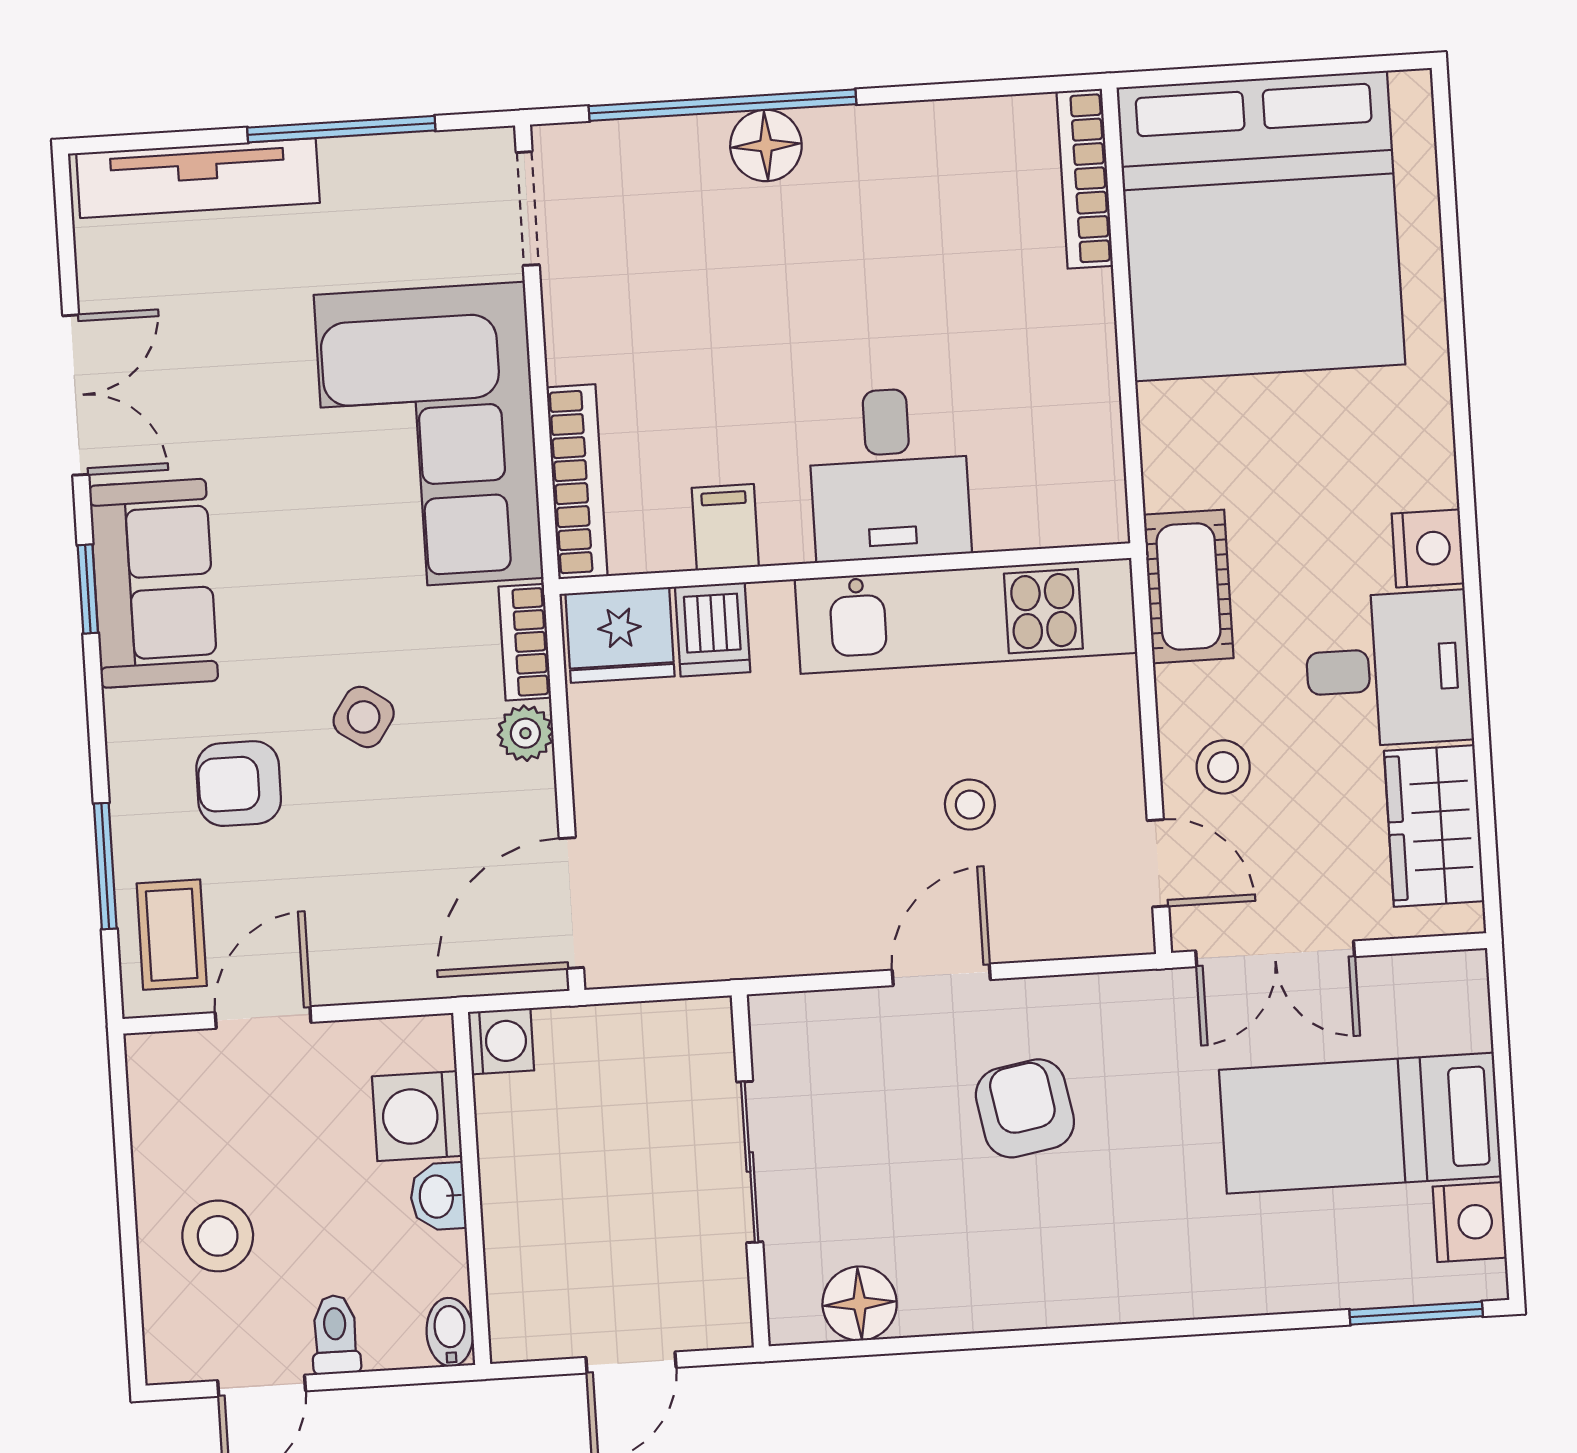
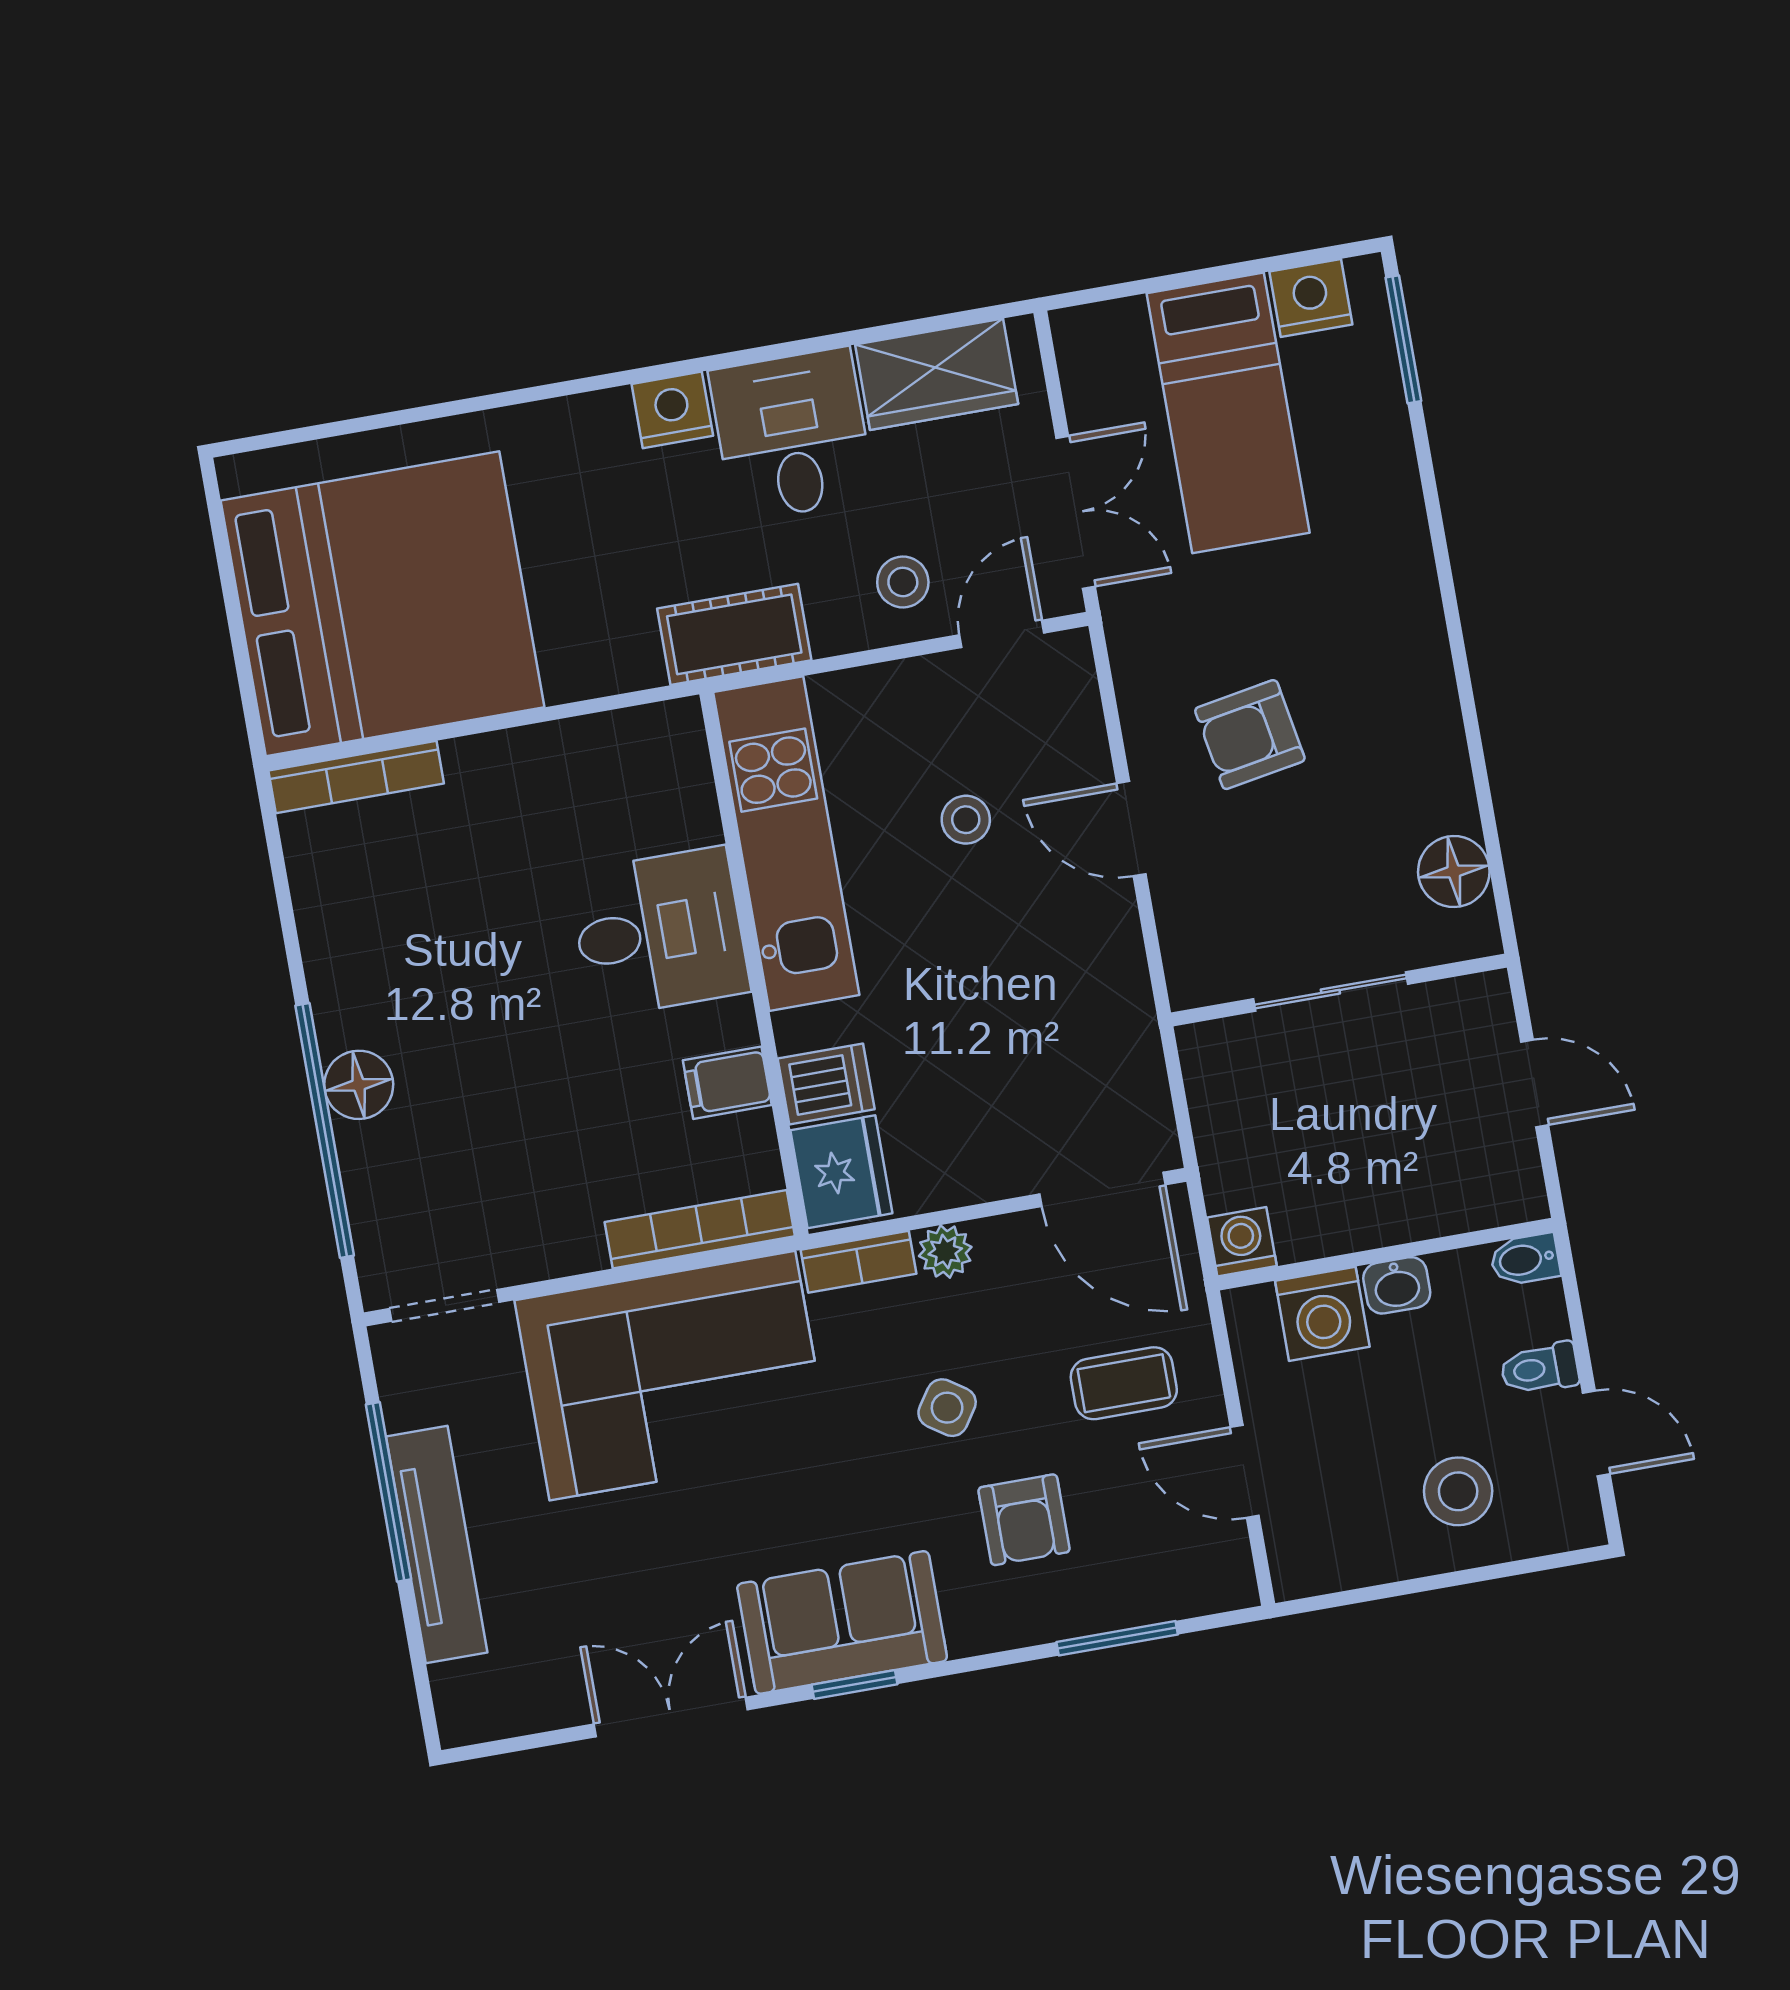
tv unit: (198, 178) -> (437, 1545), moved
coffee table: (172, 935) -> (1124, 1383), moved

